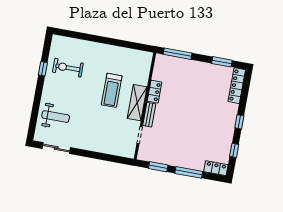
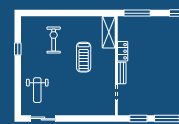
exercise bike: (68, 68) -> (54, 40), moved, turned 90
shelving: (137, 103) -> (109, 32), moved
weight bench: (56, 117) -> (37, 90), turned 90

